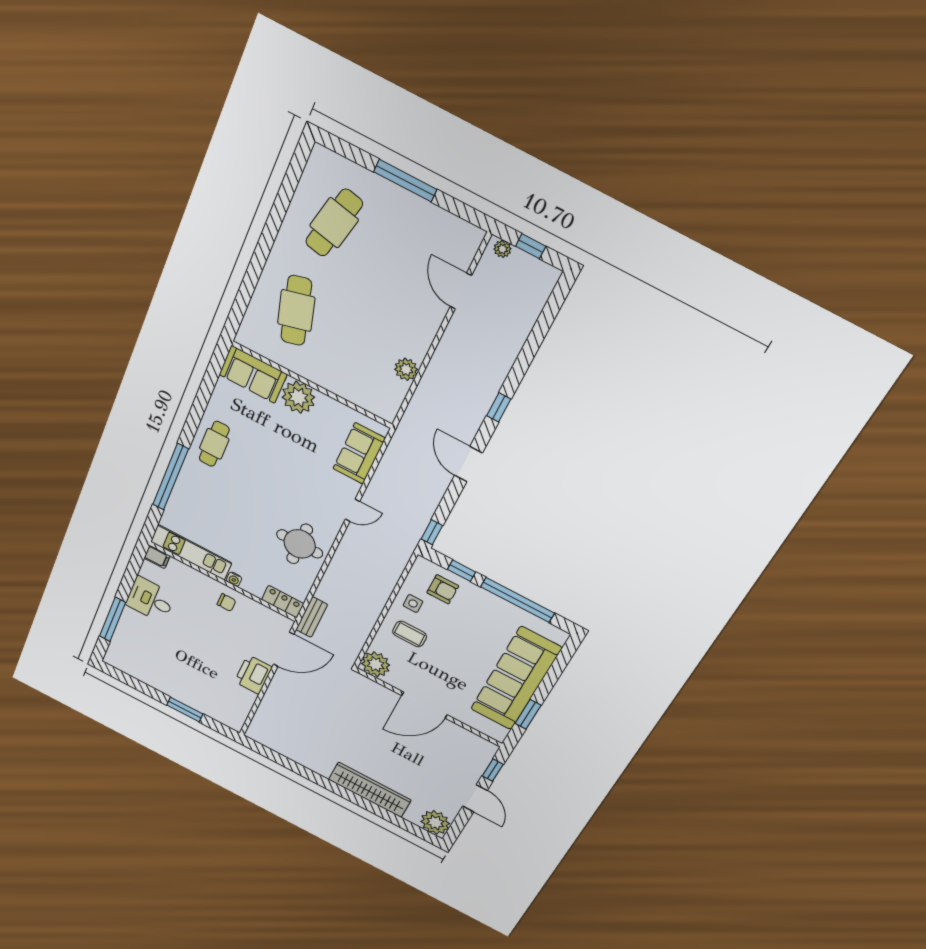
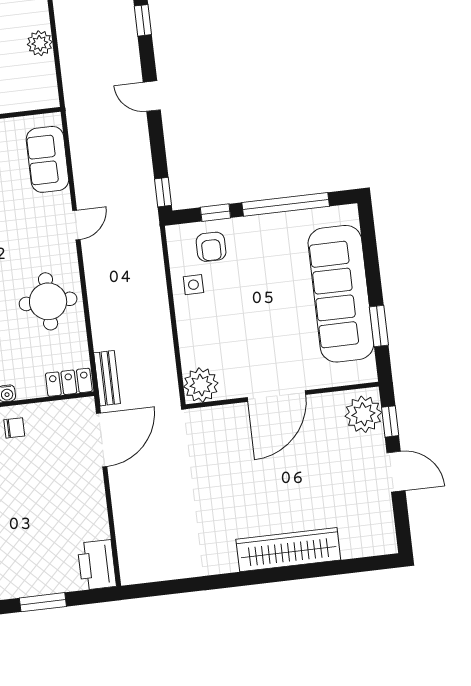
door: (468, 464) -> (152, 96), width x0.73
armchair: (443, 589) -> (211, 247), turned 90
coffee table: (410, 634) -> (211, 322), removed
printer: (253, 675) -> (97, 565), moved
plant: (435, 822) -> (363, 414), moved

